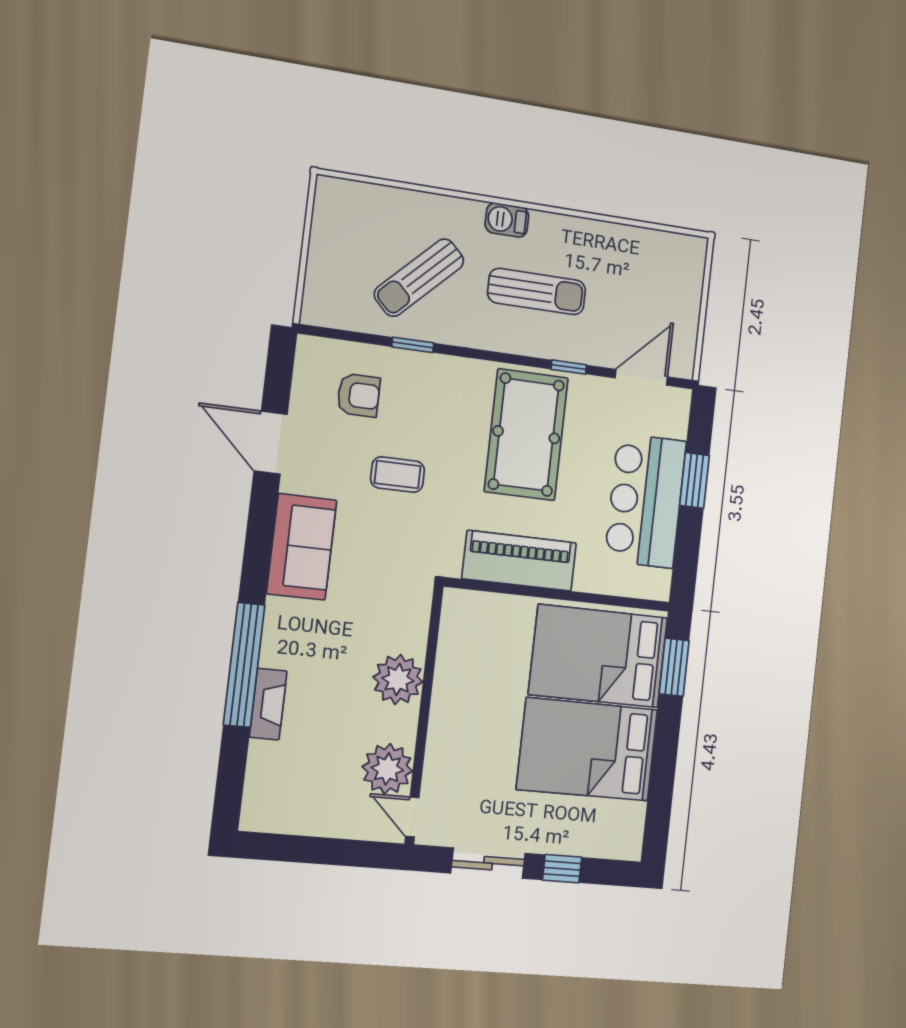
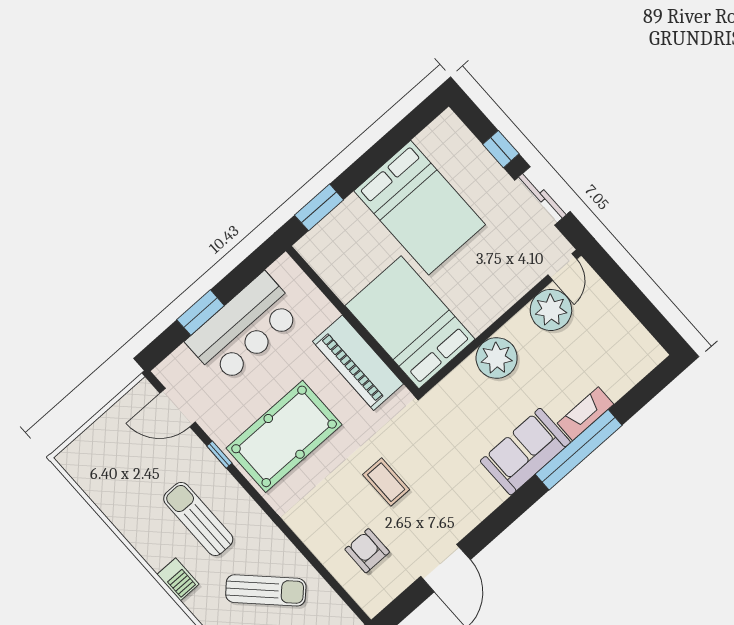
window: (413, 345) -> (306, 553), removed
sofa: (302, 547) -> (525, 452), moved
bed: (598, 656) -> (410, 322), moved, turned 180

